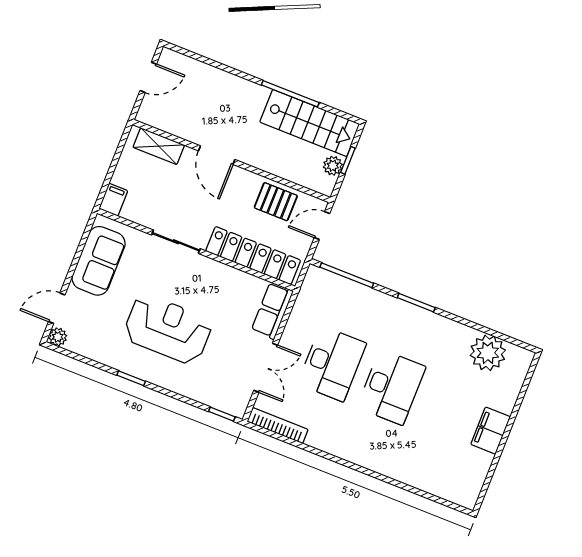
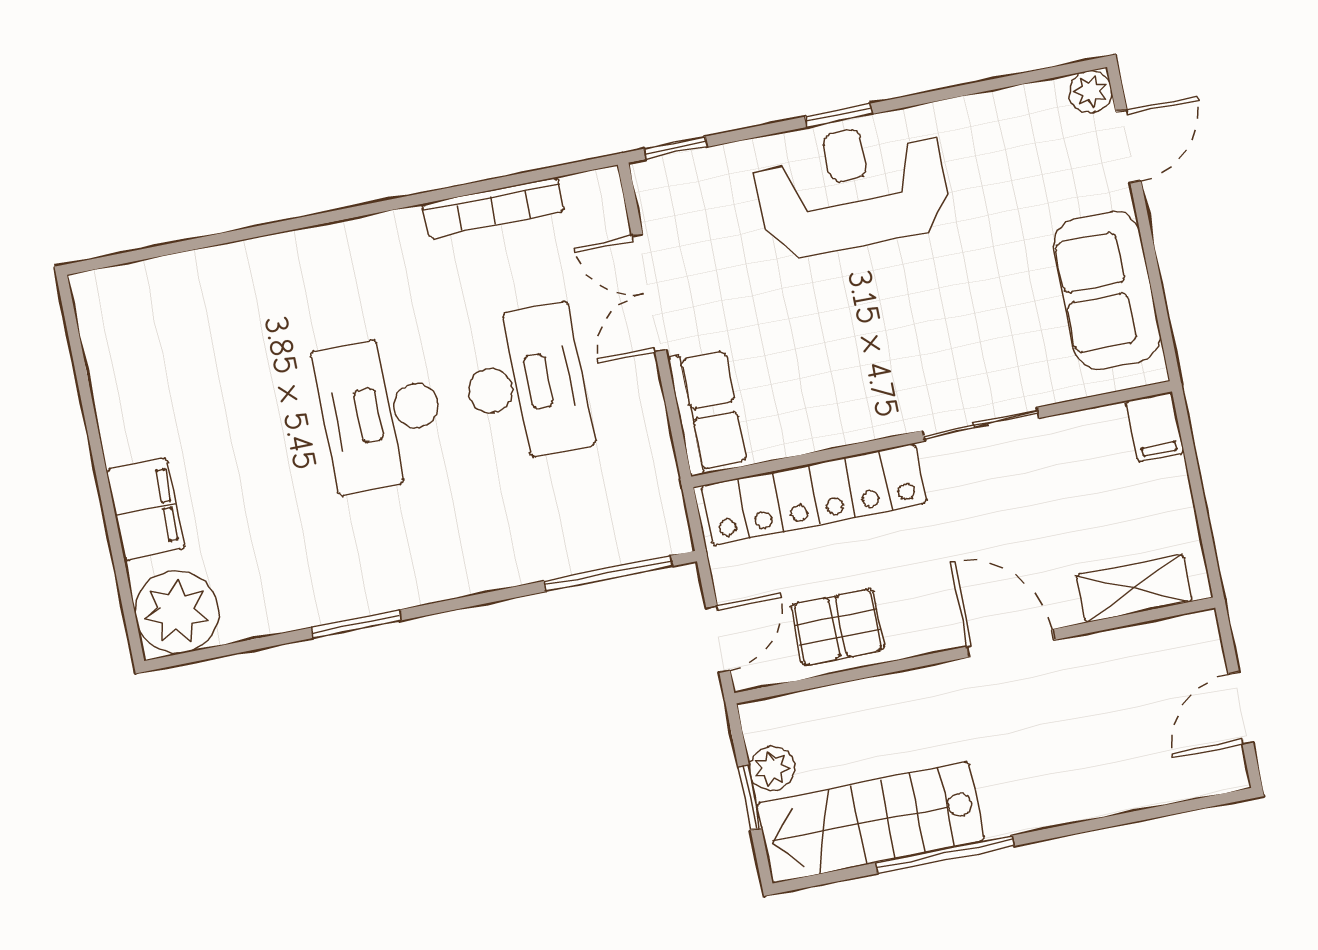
window: (416, 303) -> (356, 624), moved
reception desk: (168, 329) -> (852, 189), moved, turned 180
plant: (488, 353) -> (177, 612), moved
desk: (332, 364) -> (526, 384), turned 180
window: (131, 378) -> (839, 115), moved
bookcase: (278, 425) -> (493, 208), moved
filing cabinet: (491, 431) -> (145, 509), moved

